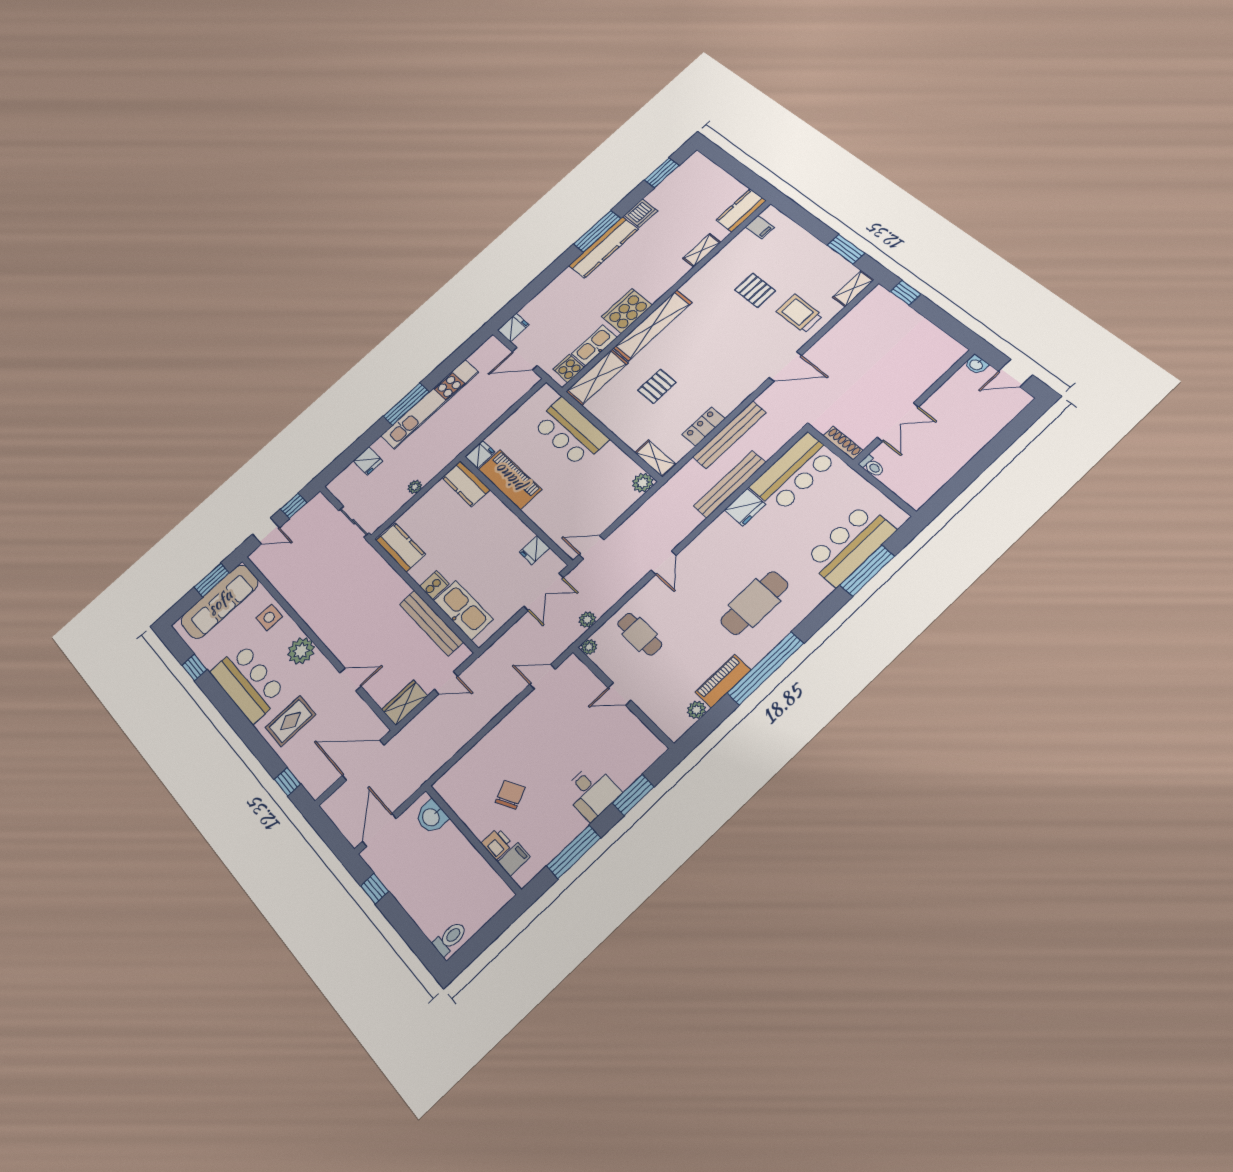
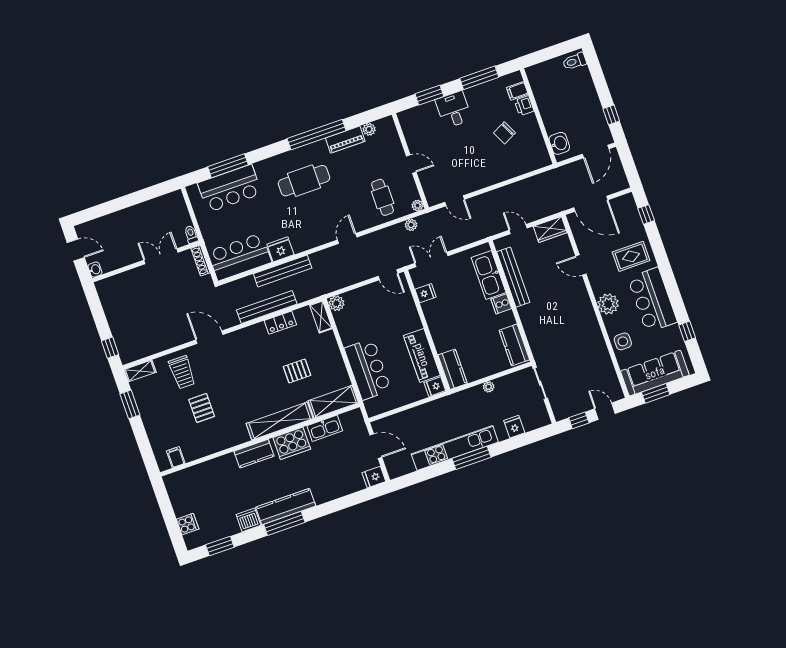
kitchen counter: (741, 210) -> (254, 454), moved
shelving: (702, 250) -> (222, 462), removed
cooker: (569, 368) -> (188, 524), moved, turned -90

